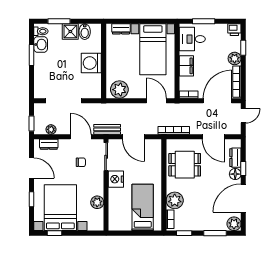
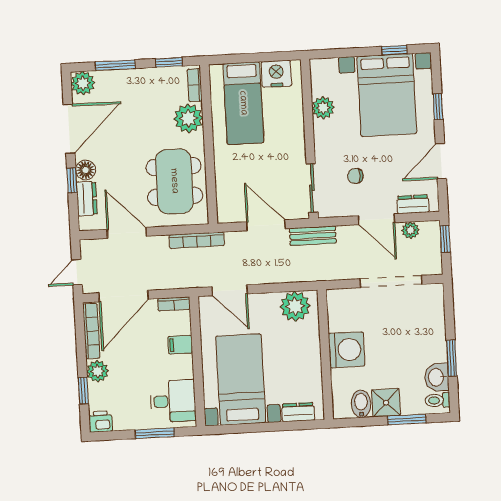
filing cabinet: (186, 66) -> (180, 345), width x0.50
door: (81, 137) -> (376, 219), moved
dining table: (185, 165) -> (174, 181), width x1.38
door: (31, 168) -> (441, 161), hinge flipped
nightstand: (116, 179) -> (276, 74), moved, turned -90

